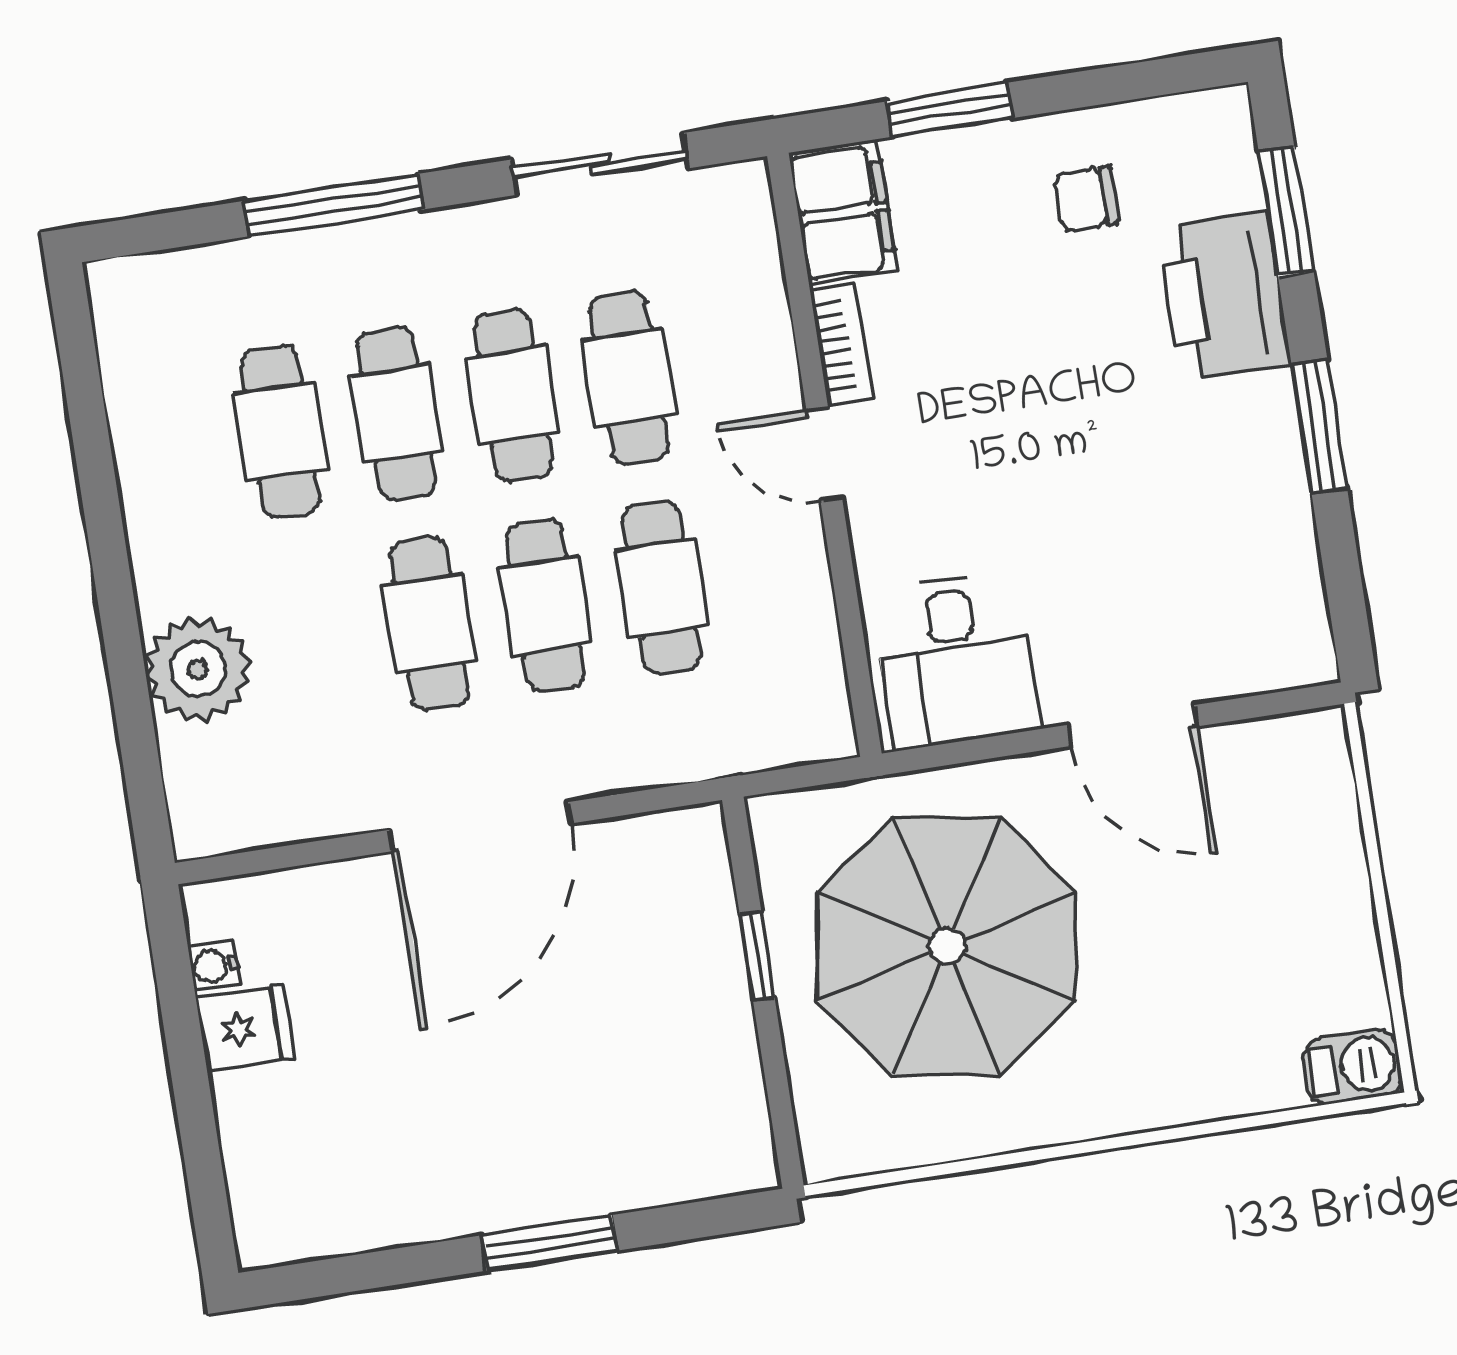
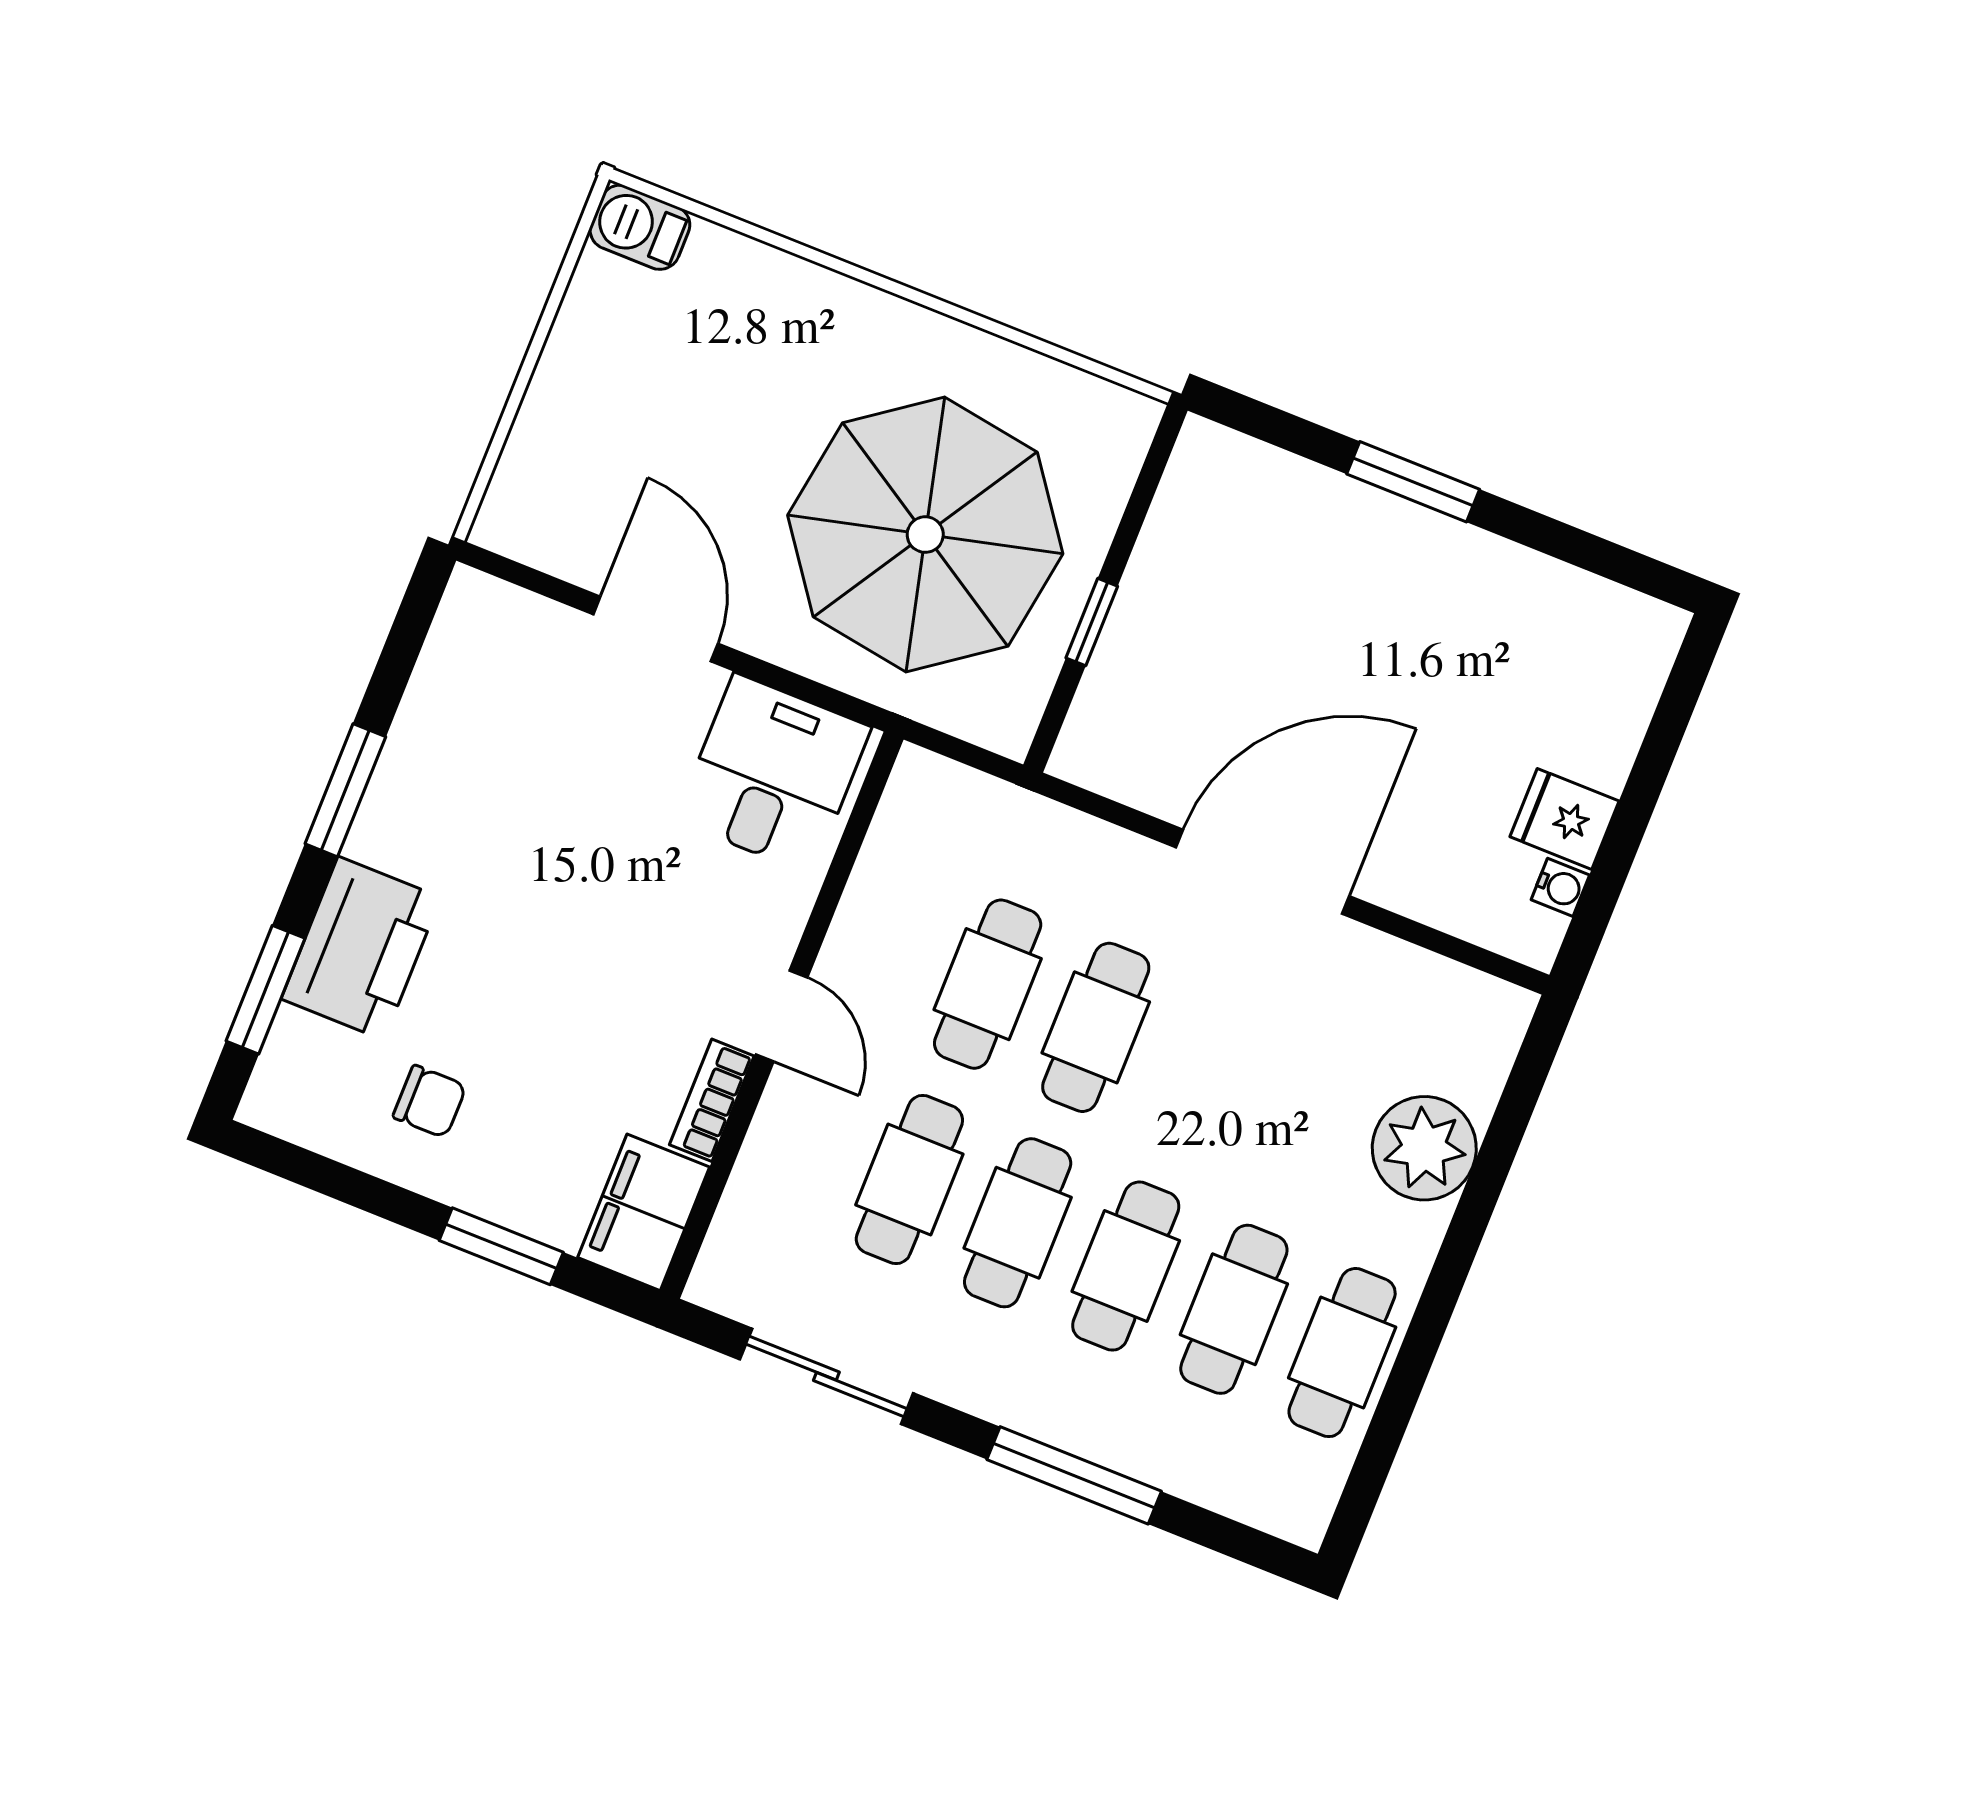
cafe table: (429, 624) -> (1342, 1353), moved

